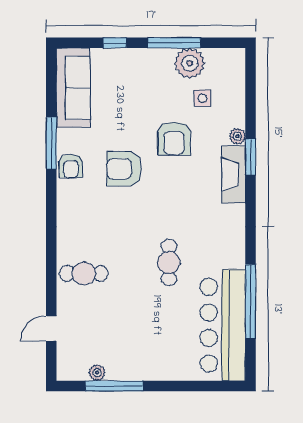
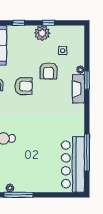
window: (174, 43) -> (49, 23), width x0.46
plant: (190, 63) -> (42, 33), moved
armchair: (124, 169) -> (23, 86), turned 180
cafe table: (169, 262) -> (46, 133), removed

